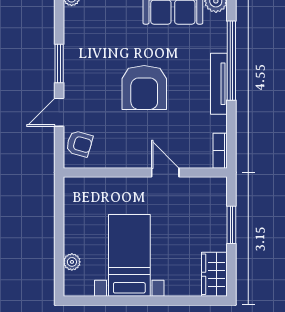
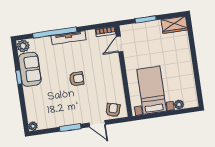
armchair: (144, 87) -> (77, 79), width x0.53, depth x0.53
door: (165, 172) -> (120, 44), moved
bed with nightstands: (129, 255) -> (152, 90), moved, turned 90

